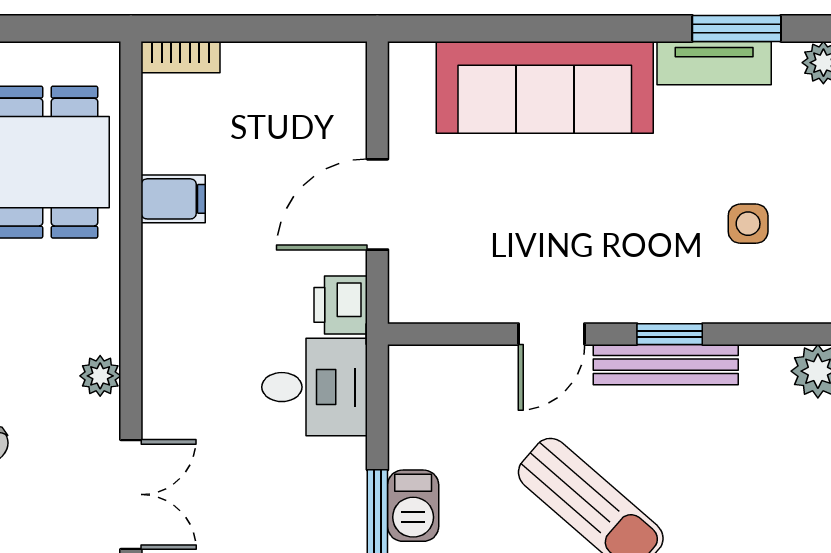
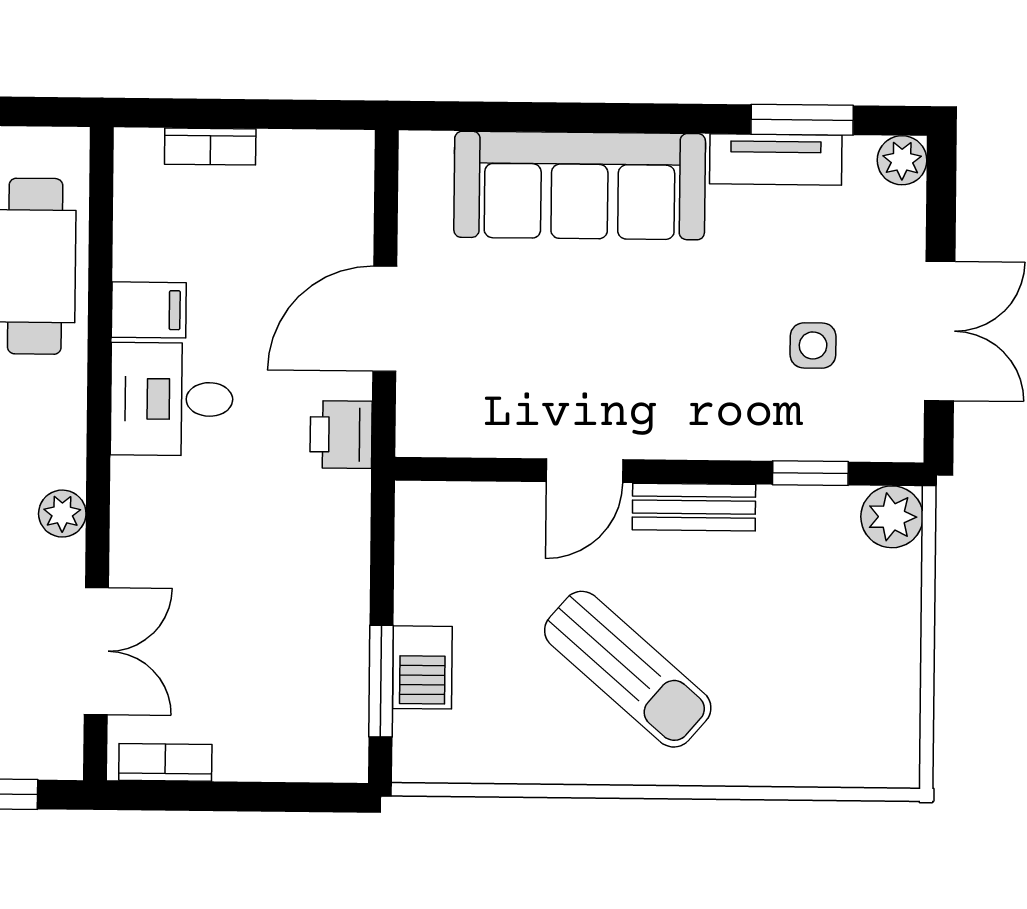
bookcase: (180, 57) -> (210, 147), moved
window: (670, 334) -> (810, 473), moved
bench: (666, 365) -> (694, 507), width x0.73
desk: (315, 387) -> (172, 399), moved, turned 180

